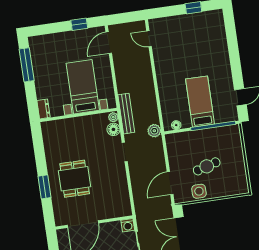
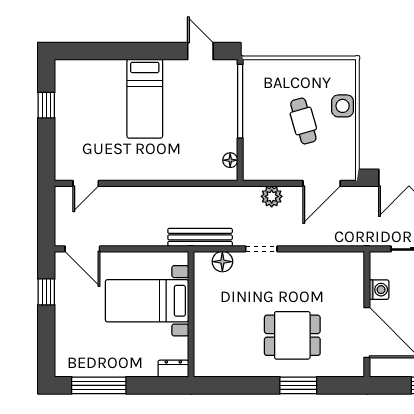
bed: (200, 102) -> (145, 99), moved, turned -90
plant: (113, 117) -> (203, 259), removed
plant: (154, 131) -> (272, 196), moved
door: (170, 183) -> (322, 183), hinge flipped
side table: (199, 191) -> (343, 106), moved
washing machine: (128, 225) -> (379, 290), moved

